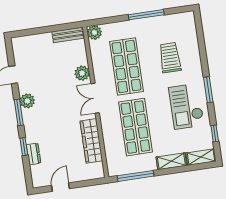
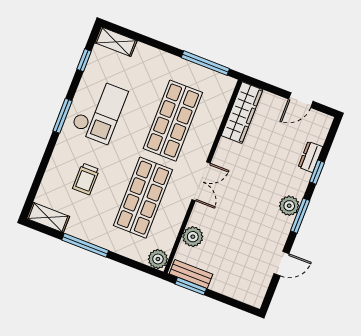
window: (63, 27) -> (191, 286), added
trolley: (170, 58) -> (86, 179), width x0.73, depth x0.72
plant: (82, 73) -> (193, 237), moved
plant: (27, 101) -> (289, 206), moved
wardrobe: (91, 141) -> (242, 113), moved
shelving: (171, 161) -> (48, 217), moved

